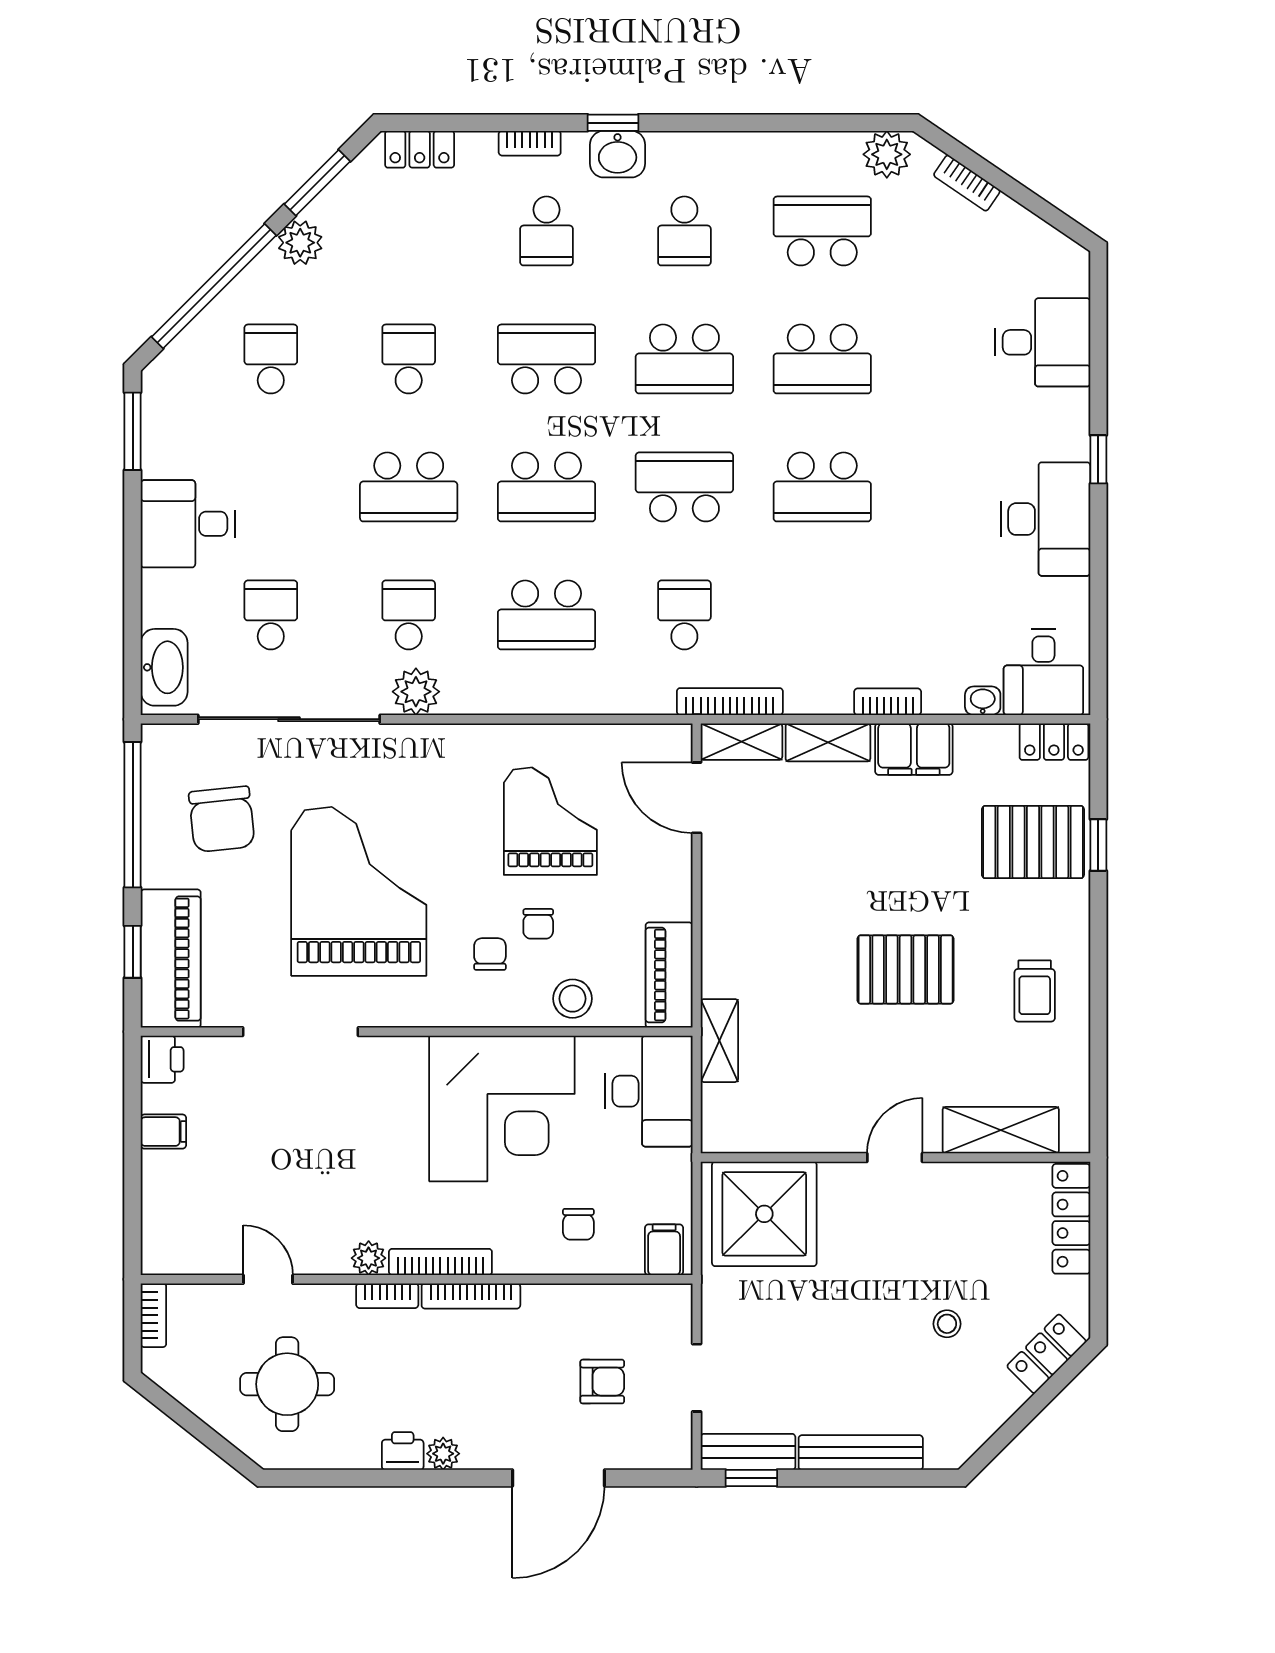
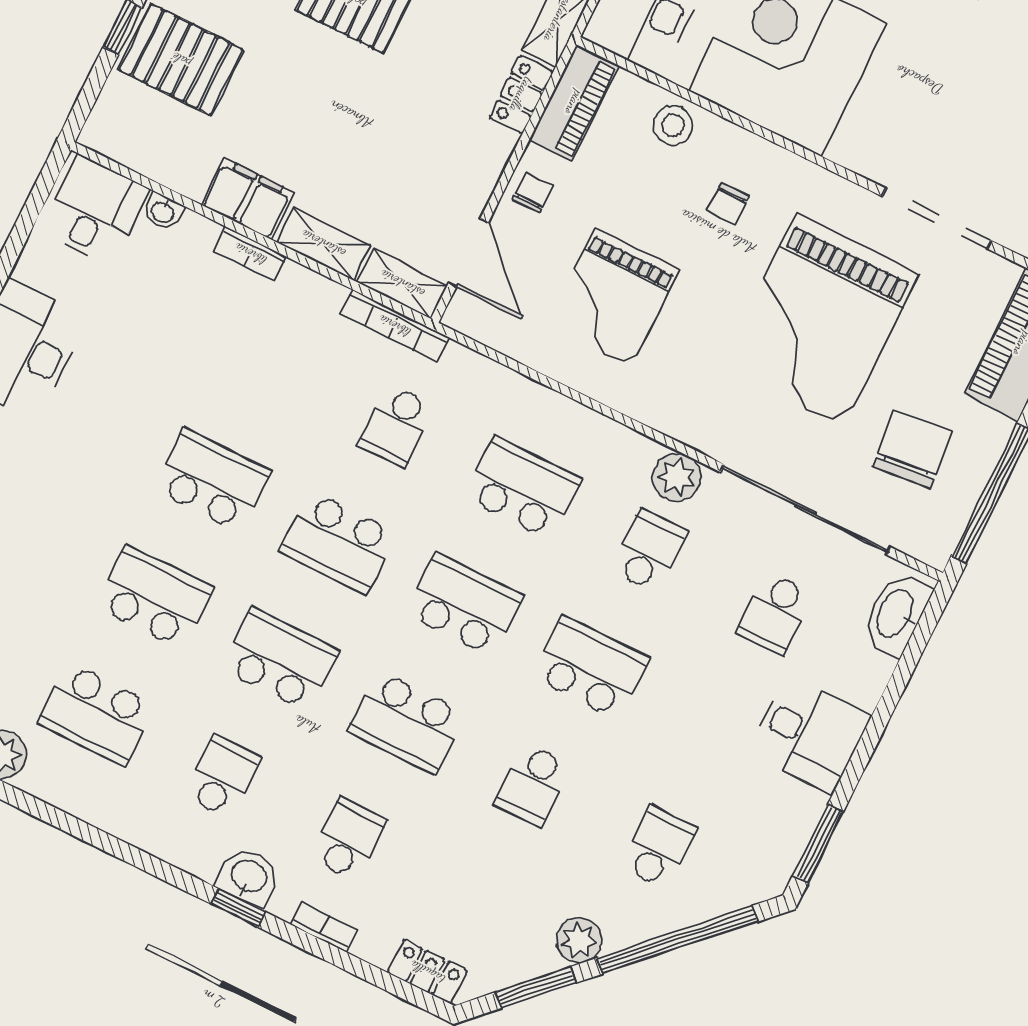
school desk: (271, 359) -> (659, 847), turned 180
school desk: (409, 615) -> (649, 551), turned 180
locker: (1054, 742) -> (521, 95), moved, turned -90
chair: (538, 924) -> (533, 193), moved

